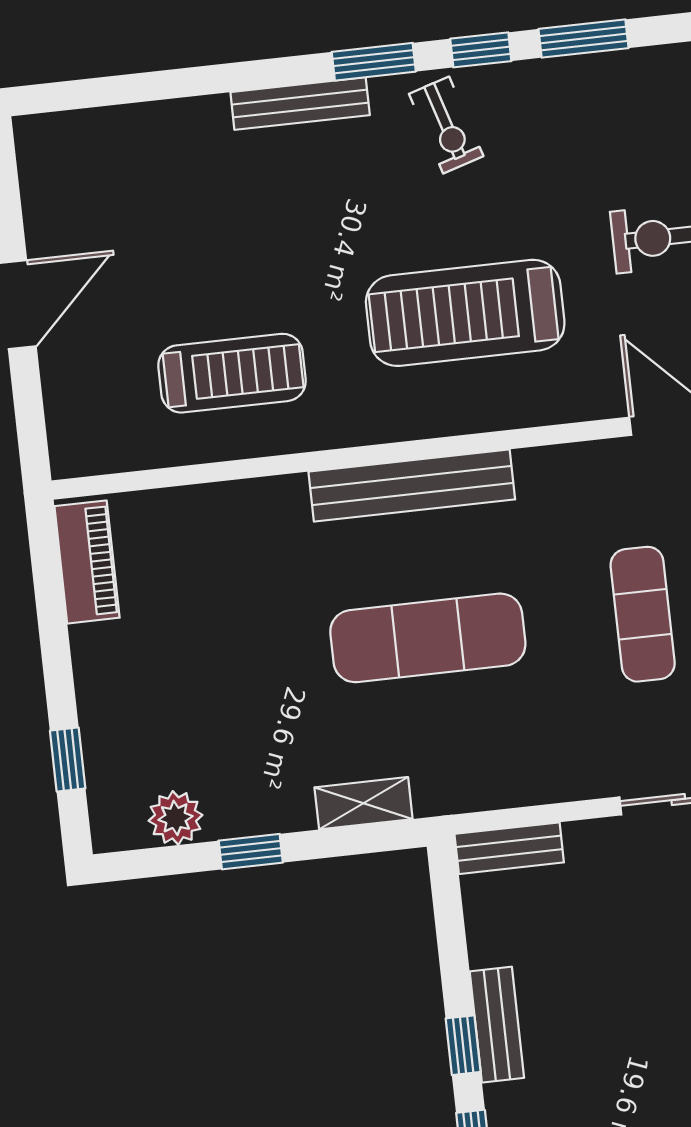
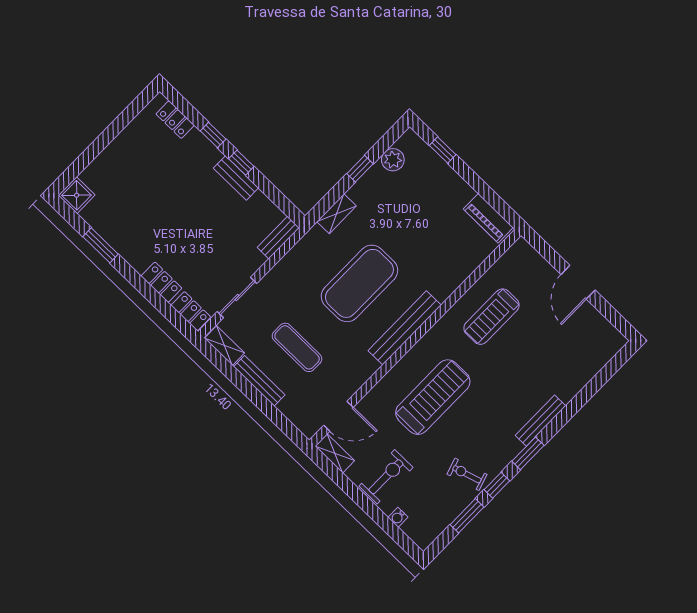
exercise bike: (446, 125) -> (467, 474), moved
exercise mat: (428, 638) -> (359, 283), width x1.47

